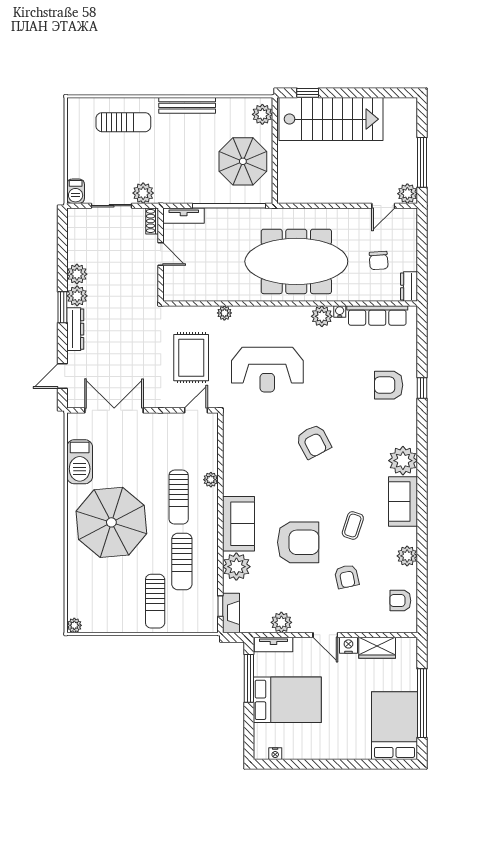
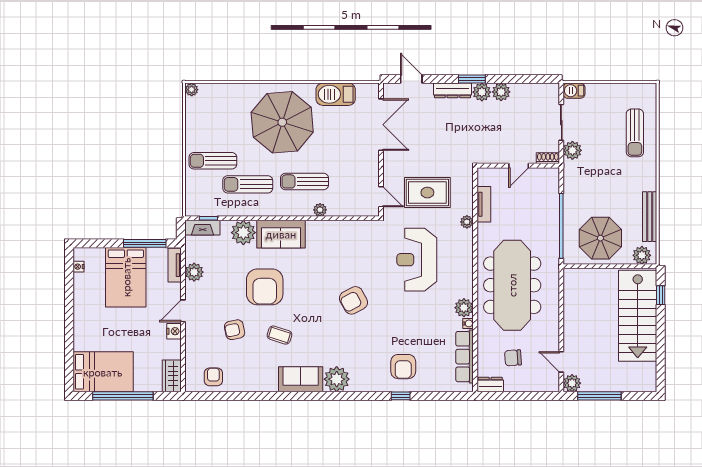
bench: (187, 105) -> (650, 217), moved
tv unit: (184, 216) -> (484, 204), moved, turned 180
armchair: (389, 385) -> (403, 367), turned 180
plant: (407, 556) -> (253, 383), removed
wardrobe: (377, 648) -> (172, 376), moved

